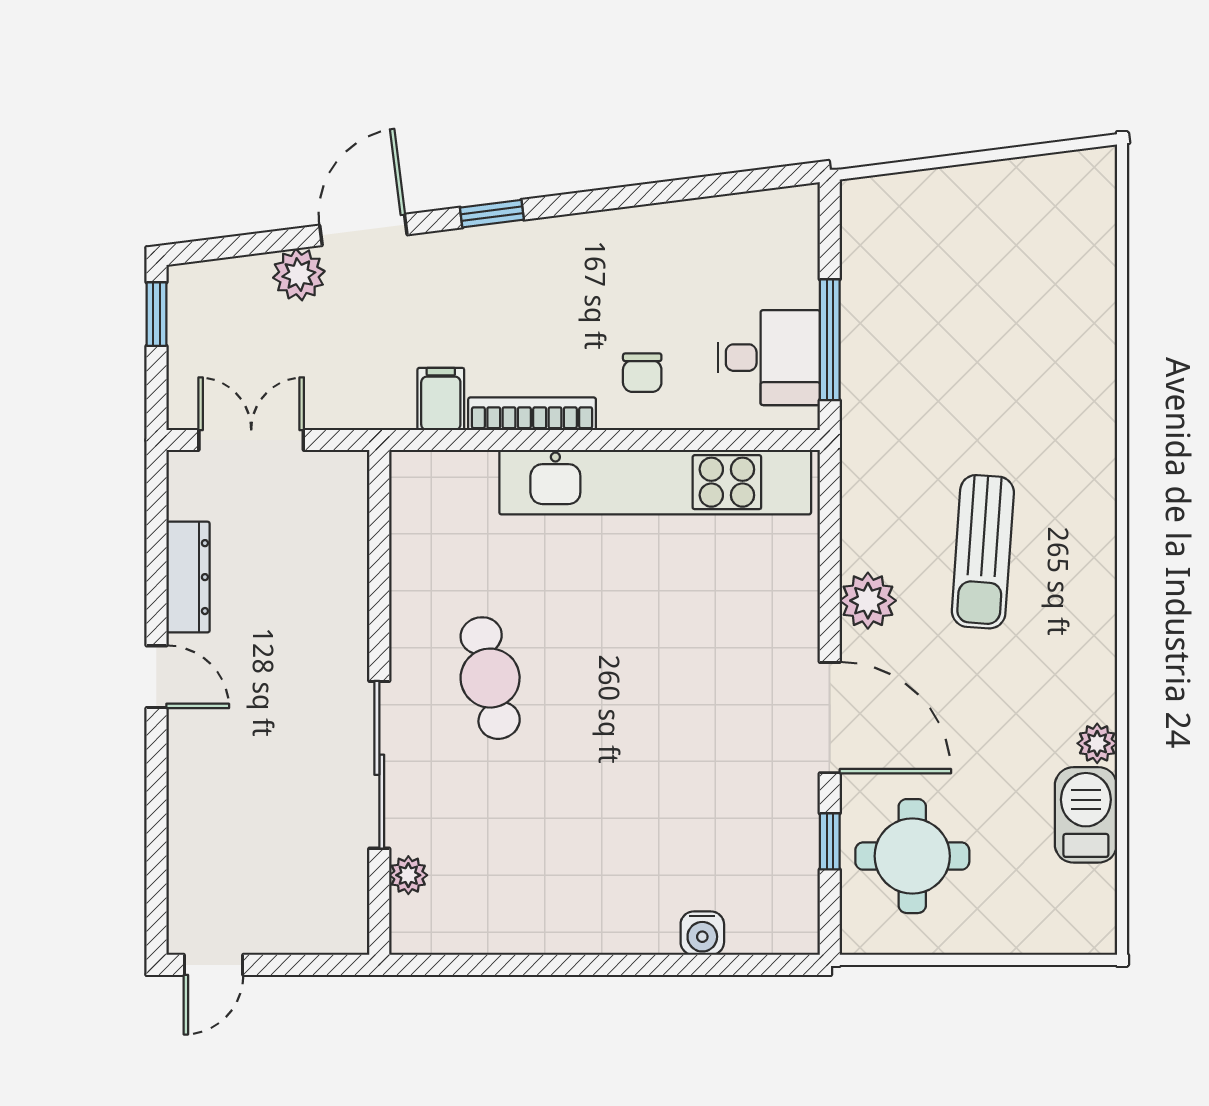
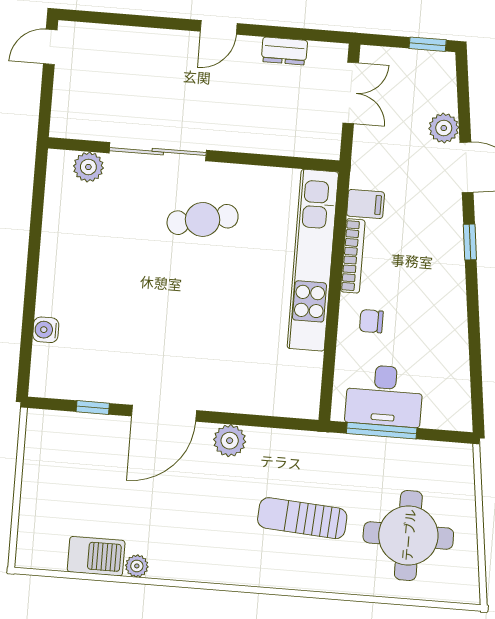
desk: (769, 358) -> (384, 396), width x1.37
kitchen unit: (655, 482) -> (313, 260), moved
sun lounger: (983, 552) -> (302, 518), moved
dresser: (188, 577) -> (284, 51), width x0.70
round table: (912, 856) -> (408, 535), moved, width x1.36, depth x1.36
plant: (408, 875) -> (88, 167), width x1.38, depth x1.38
door: (214, 965) -> (50, 47), hinge flipped

